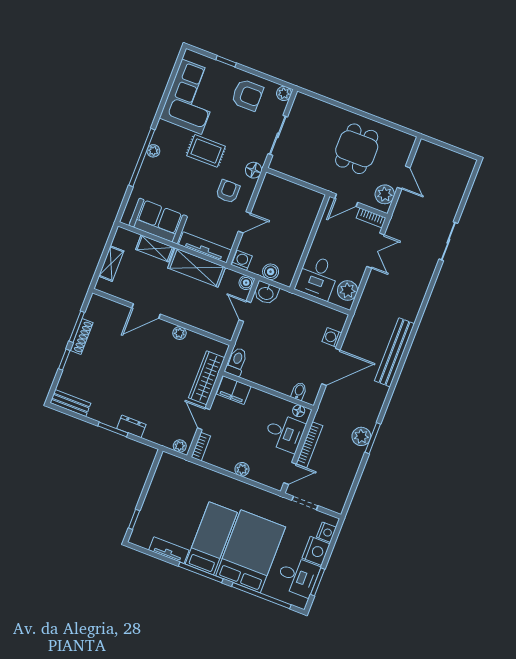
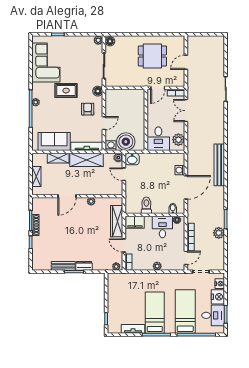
armchair: (247, 95) -> (78, 49), removed
floor lamp: (301, 102) -> (110, 41), added
dining table: (357, 149) -> (152, 56), turned 90
door: (404, 178) -> (186, 62), swing flipped
plant: (385, 194) -> (179, 76), removed
double door: (376, 251) -> (186, 111), swing flipped
boiler: (271, 272) -> (126, 142), width x1.86, depth x1.86
toilet: (236, 362) -> (146, 205), moved
bench: (70, 403) -> (63, 266), moved
desk: (285, 433) -> (162, 227), moved, turned -90
plant: (361, 436) -> (219, 233), moved
bed: (251, 551) -> (185, 311), width x0.67

